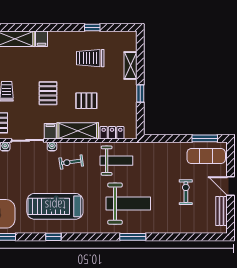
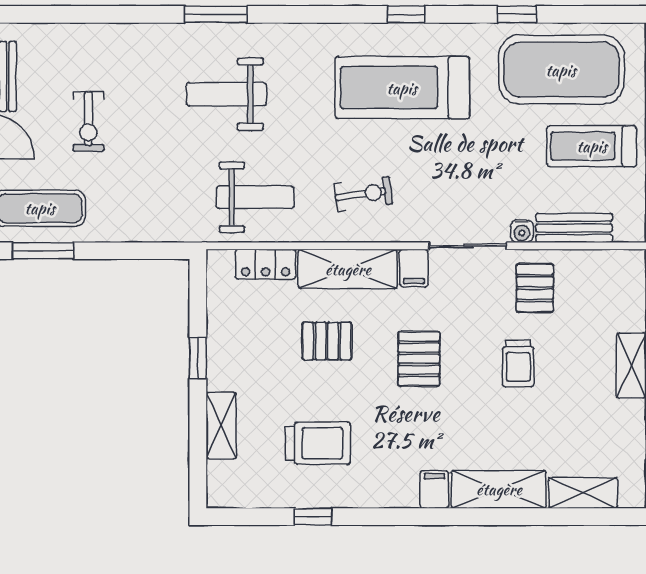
water cooler: (52, 146) -> (410, 231), removed
weight bench: (116, 161) -> (255, 197), turned 180
weight bench: (128, 204) -> (226, 94), width x0.73, depth x0.75
treadmill: (55, 206) -> (402, 88), turned 180

